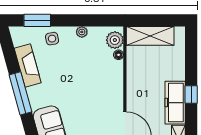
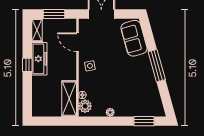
shelving: (150, 36) -> (69, 99), moved, turned 90
side table: (52, 39) -> (90, 66), moved
fireplace: (28, 65) -> (151, 87), removed

